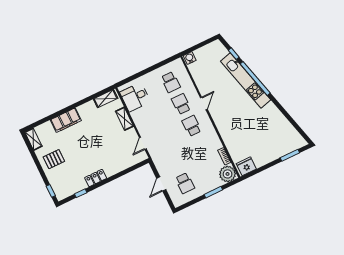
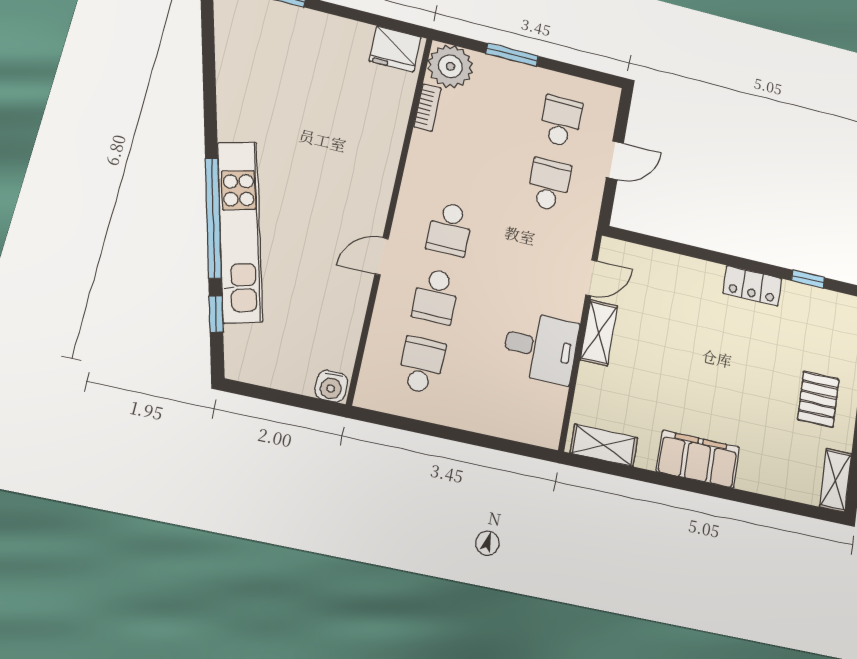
desk: (135, 97) -> (541, 347), moved
shelving: (124, 119) -> (599, 333), moved
filing cabinet: (66, 120) -> (698, 459), moved
pallet: (54, 159) -> (818, 399), turned 90
school desk: (174, 161) -> (549, 185), added

